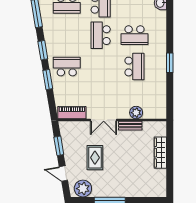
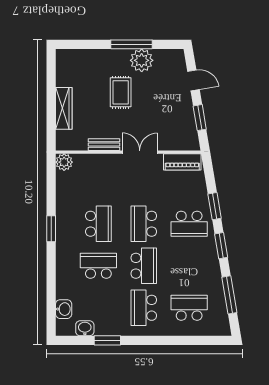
school desk: (101, 67) -> (144, 224), added
school desk: (134, 67) -> (98, 224), turned 180
plant: (136, 113) -> (64, 162), moved
rug: (95, 158) -> (121, 92), moved
plant: (83, 189) -> (142, 60), moved

